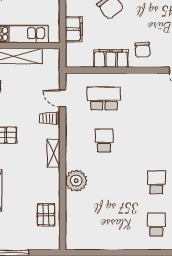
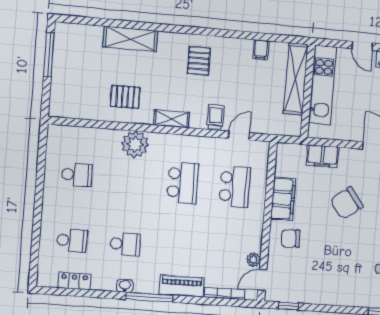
plant: (162, 79) -> (253, 260), added
school desk: (104, 140) -> (183, 183), width x1.85
pallet: (46, 215) -> (125, 97), moved
school desk: (104, 225) -> (77, 175), added

